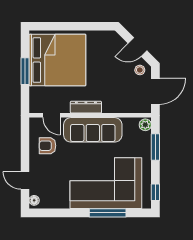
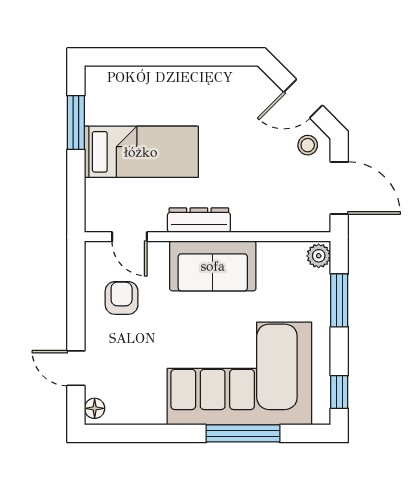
bed: (57, 60) -> (141, 152), width x0.49
window: (25, 71) -> (76, 122), moved
door: (155, 91) -> (339, 188), hinge flipped
sofa: (93, 130) -> (213, 266), width x0.73
armchair: (48, 146) -> (122, 298), turned 90

